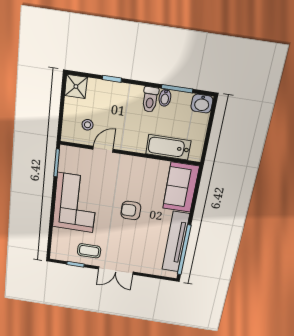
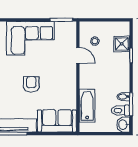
shower: (76, 86) -> (122, 44), moved
toilet: (150, 99) -> (120, 111), moved

